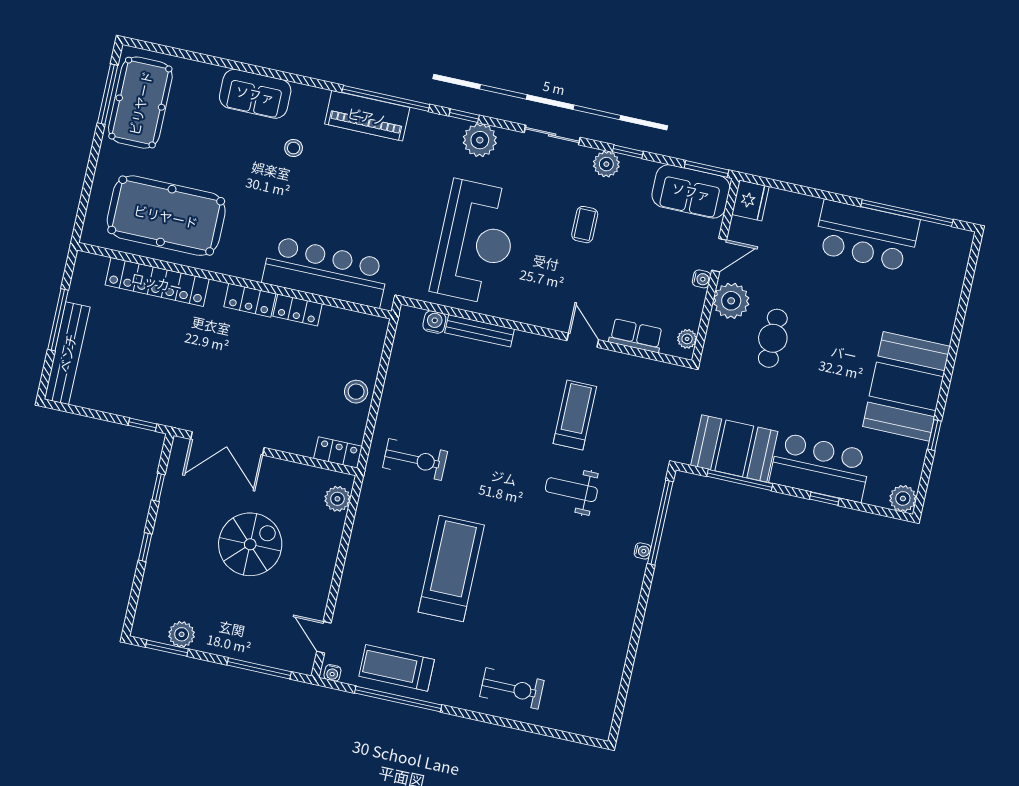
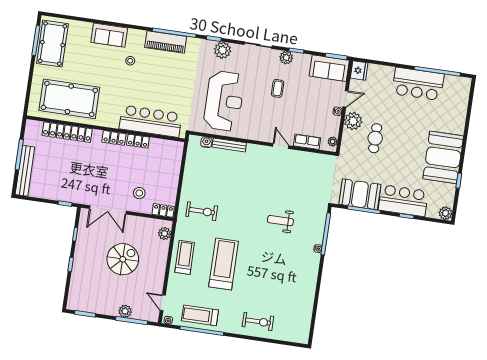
stool: (356, 392) -> (139, 193), moved
treadmill: (575, 415) -> (185, 257), moved
plant: (182, 634) -> (125, 311), moved

